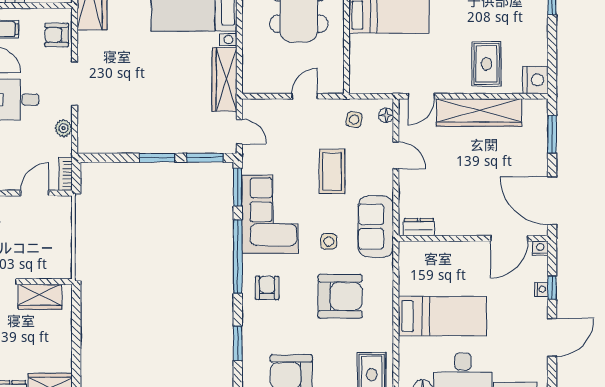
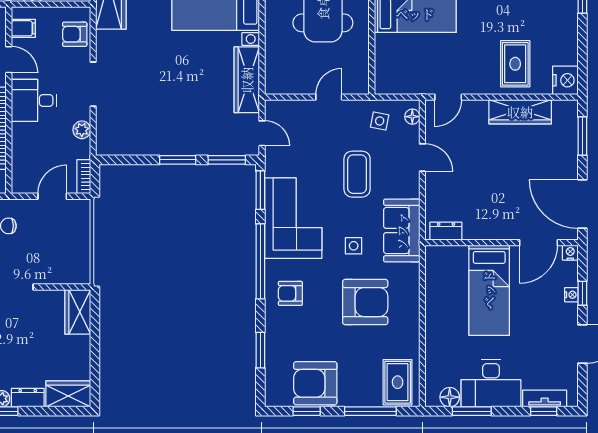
wardrobe: (479, 113) -> (520, 112), width x0.71, depth x0.85
armchair: (267, 288) -> (290, 293), turned -90
wardrobe: (40, 297) -> (78, 312), moved, turned 90
bed: (442, 316) -> (489, 290), moved, turned 90

